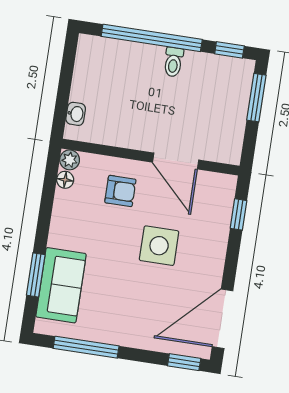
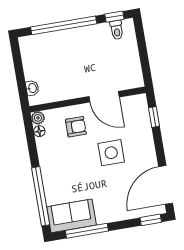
toilet: (173, 62) -> (117, 30), moved
window: (256, 98) -> (141, 41), removed
window: (36, 275) -> (41, 196), width x2.11
sofa: (61, 285) -> (71, 216), moved, turned -90

